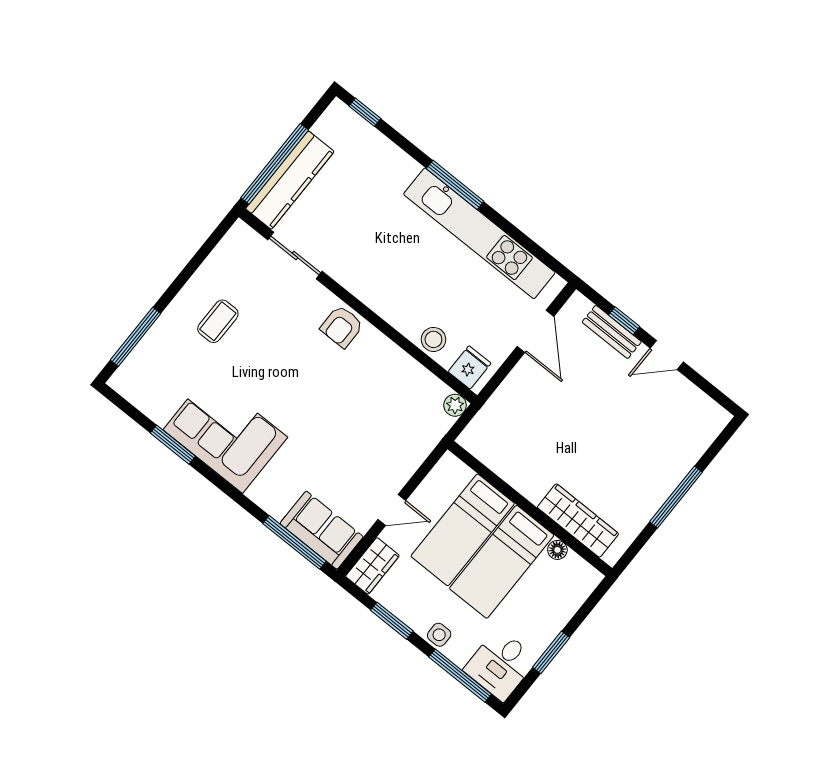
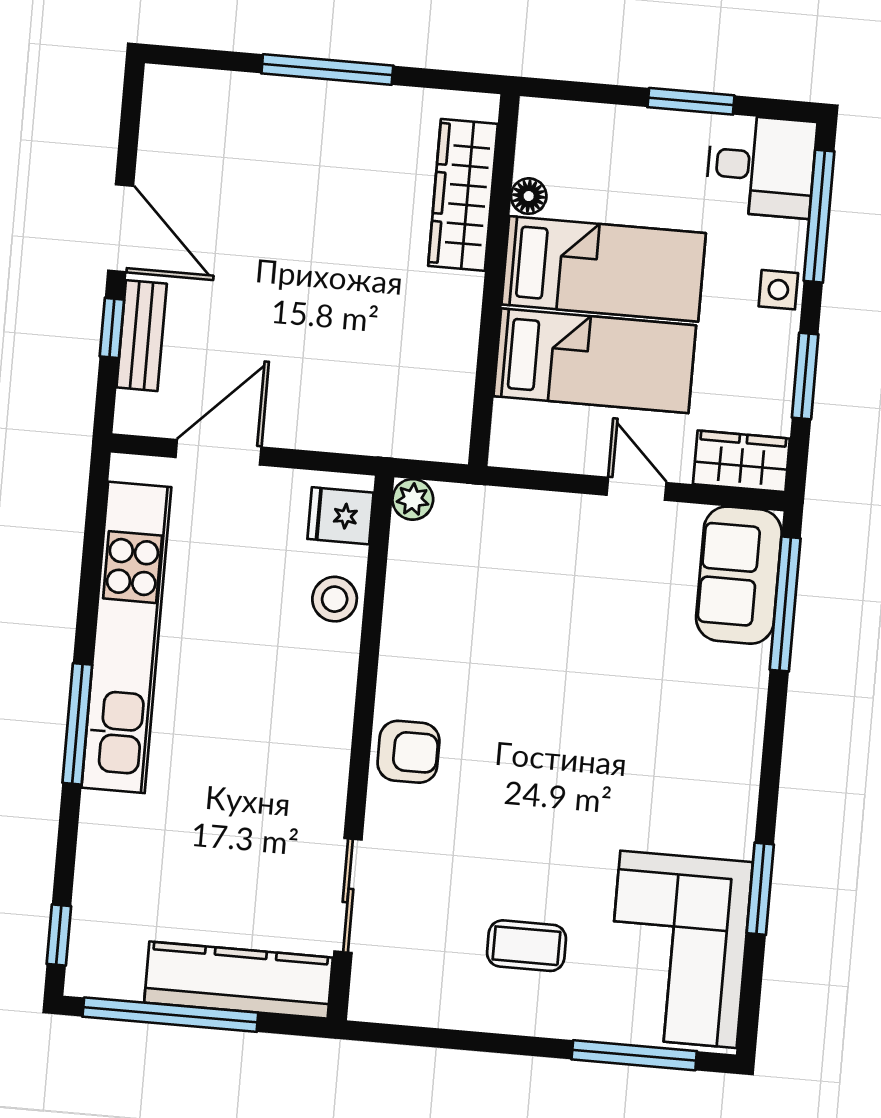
window: (275, 164) -> (170, 1015), moved
door: (667, 355) -> (121, 228), width x1.38
corner sofa: (225, 433) -> (678, 949), moved

